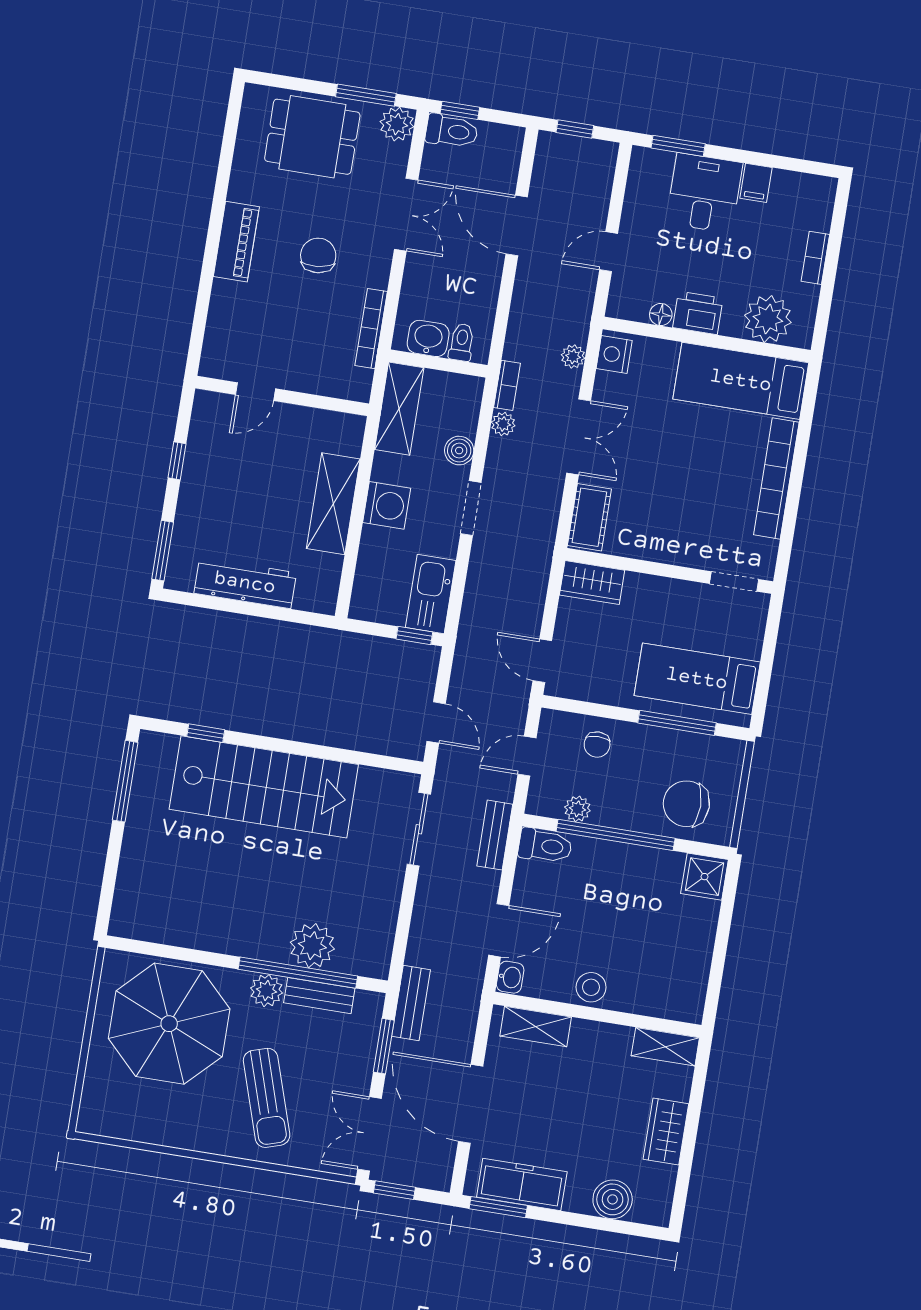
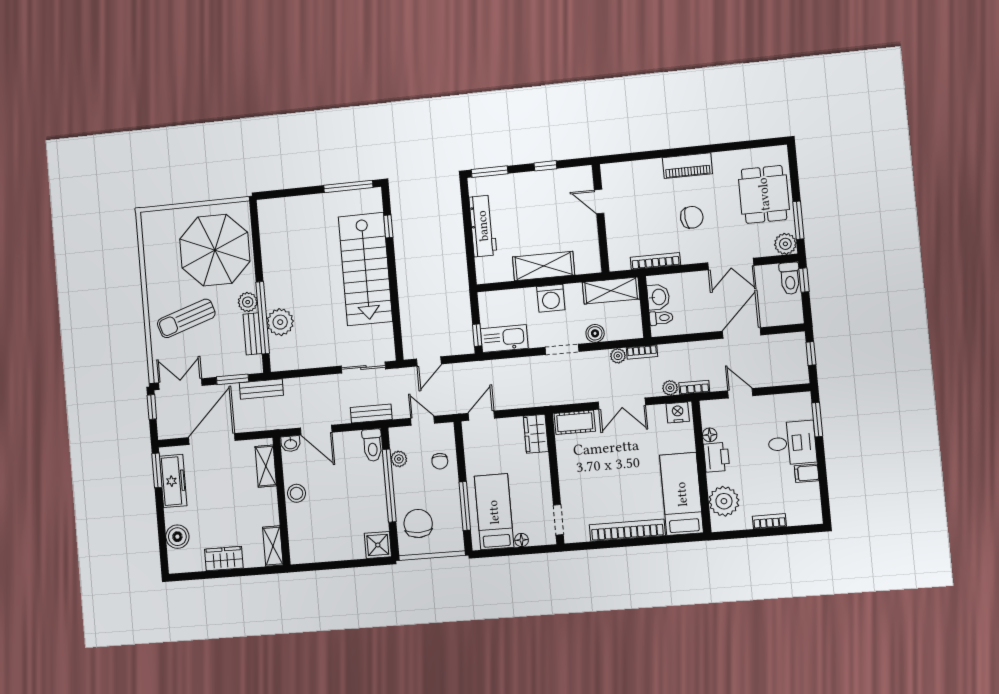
bookcase: (582, 319) -> (694, 387), added
floor lamp: (752, 647) -> (522, 540), added
chair: (597, 745) -> (440, 461), turned -90

